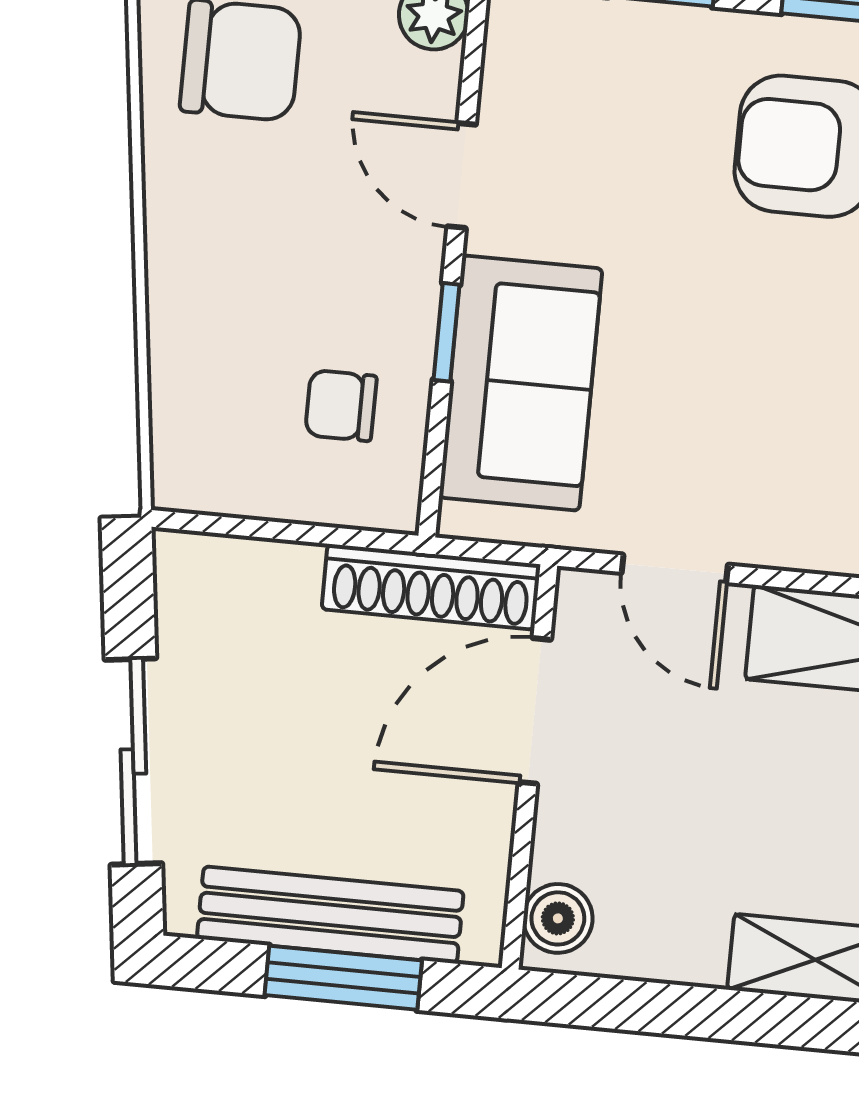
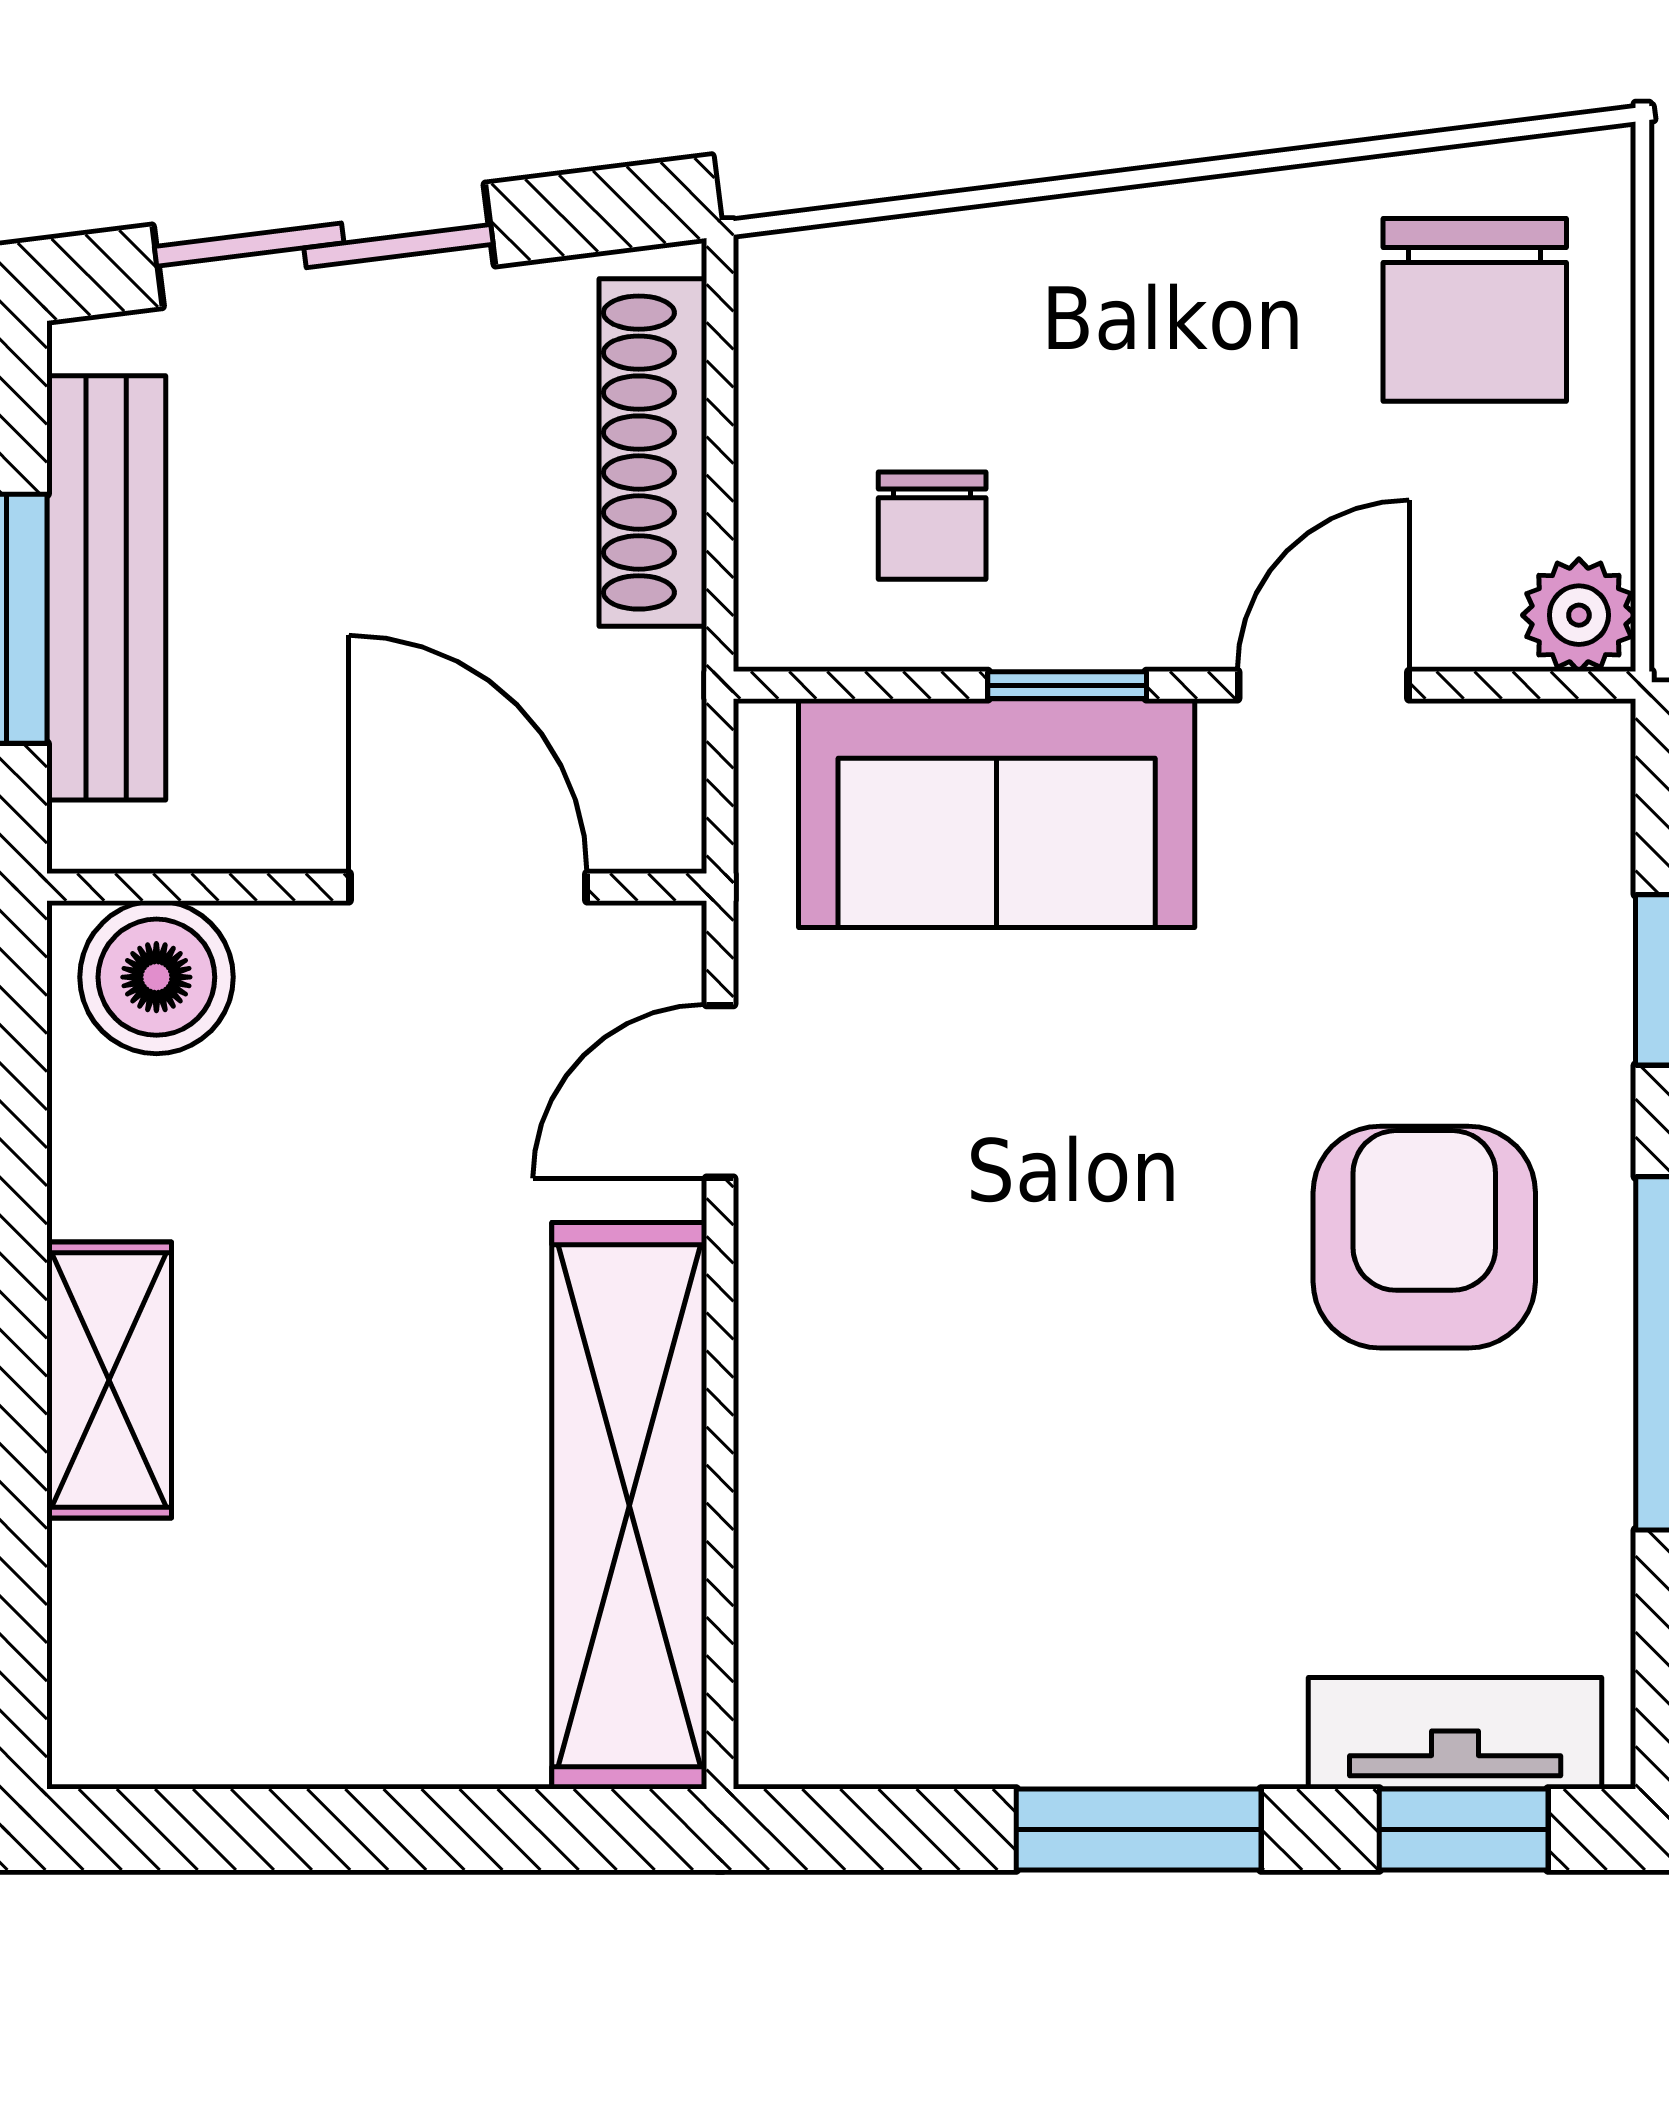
chair: (341, 406) -> (932, 526), turned 180
shoe rack: (431, 587) -> (653, 453), moved
boiler: (558, 918) -> (156, 977), width x1.36, depth x1.36

